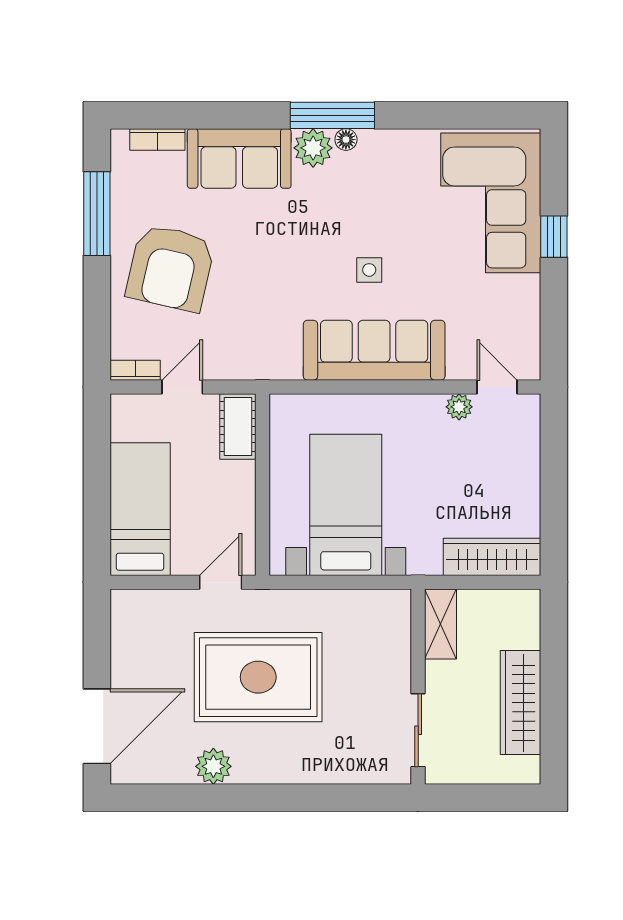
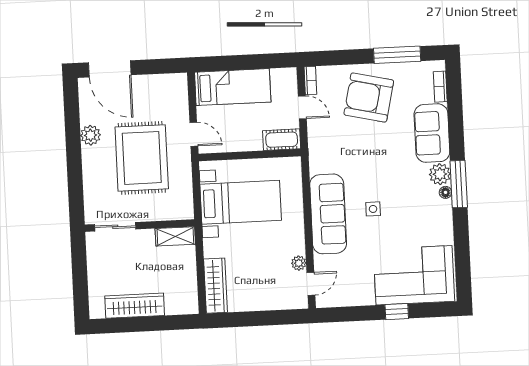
shelving: (441, 624) -> (175, 236), moved
wall: (418, 687) -> (140, 226), moved
sliding door: (418, 730) -> (115, 227), moved

